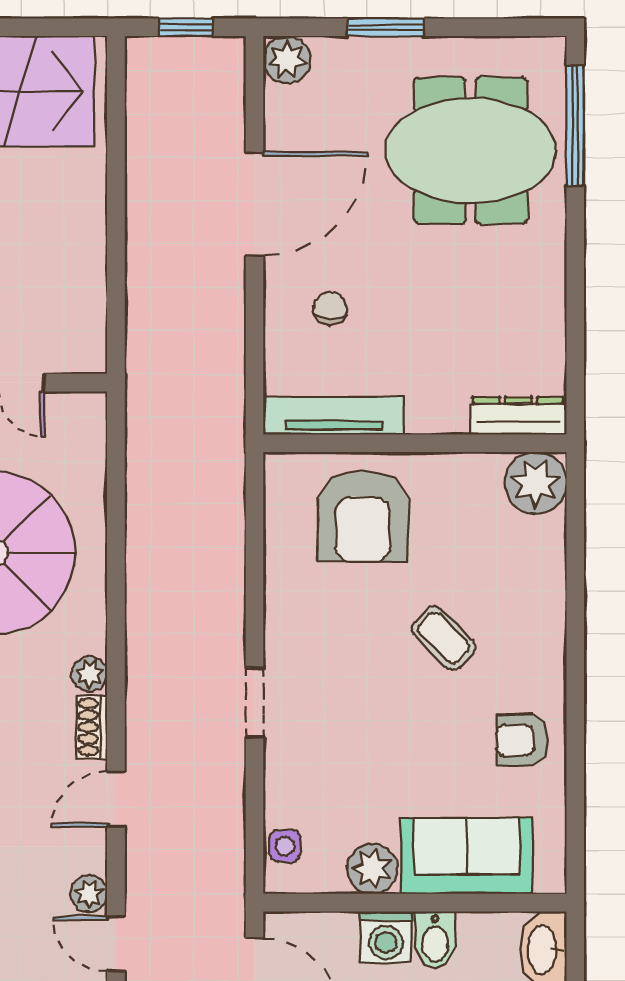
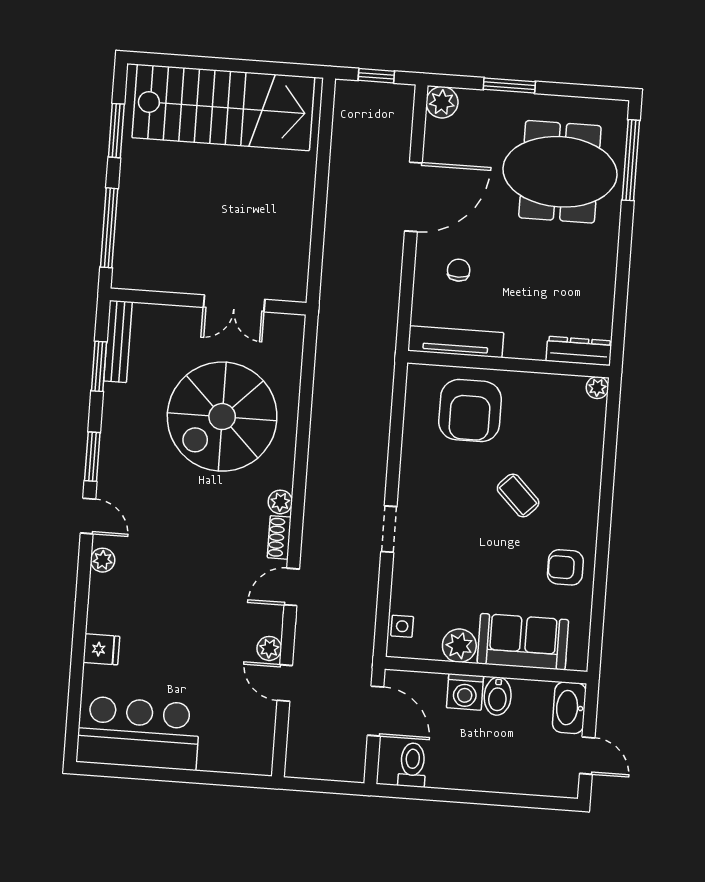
plant: (536, 483) -> (597, 388), width x0.53, depth x0.53

